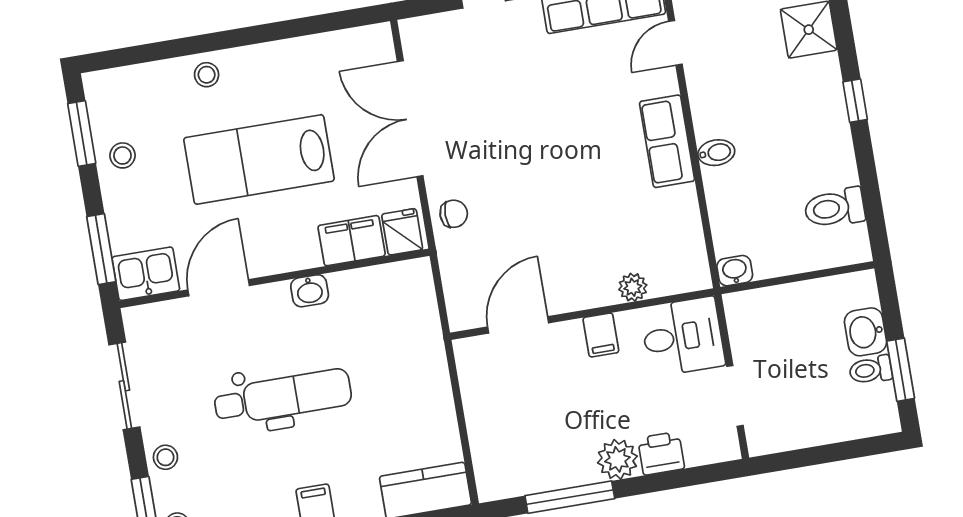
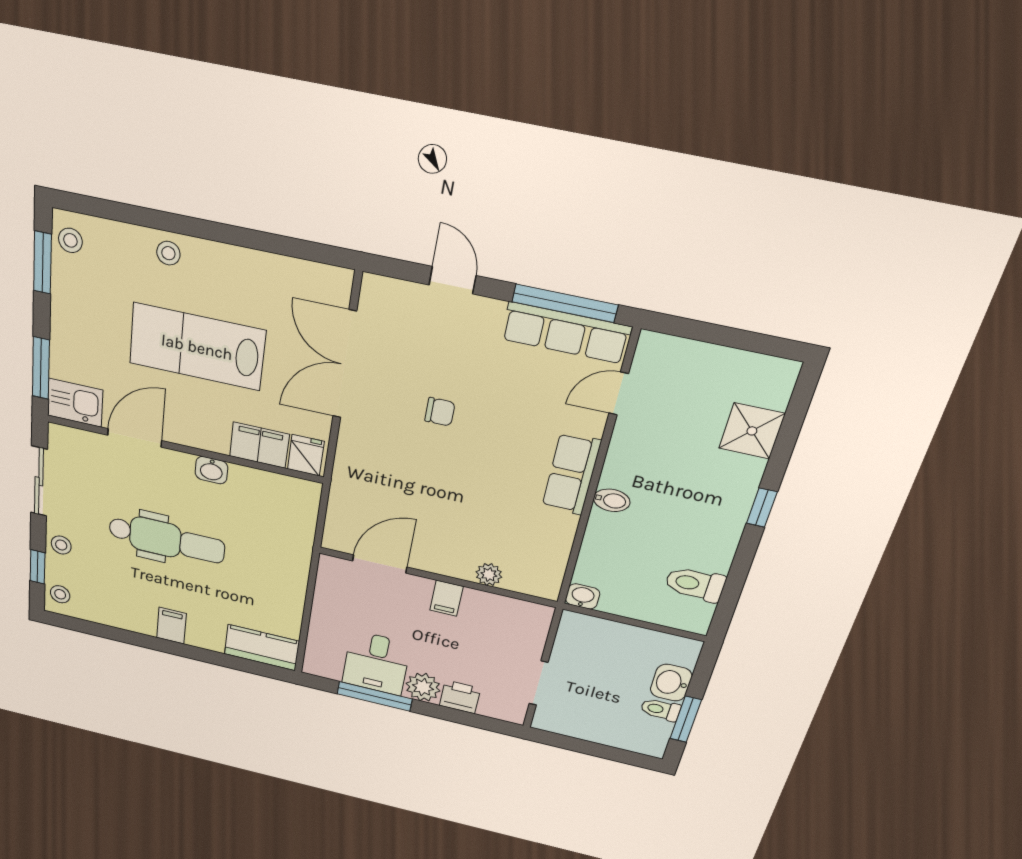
stool: (122, 155) -> (70, 240), moved
chair: (454, 214) -> (440, 412), moved
desk: (683, 337) -> (376, 663), moved, turned 90

